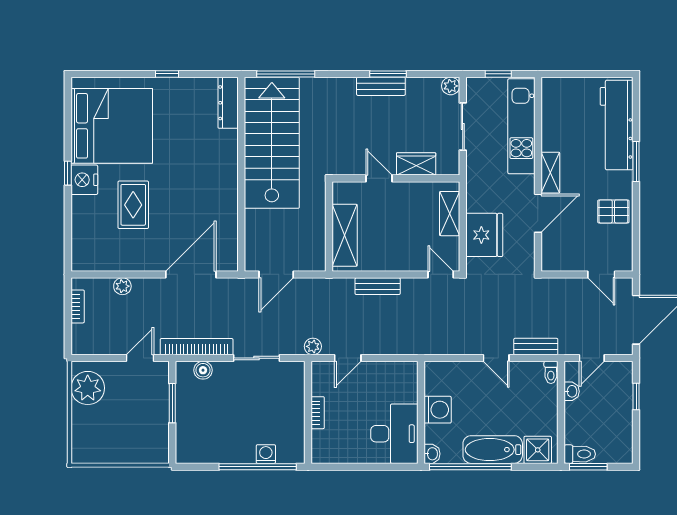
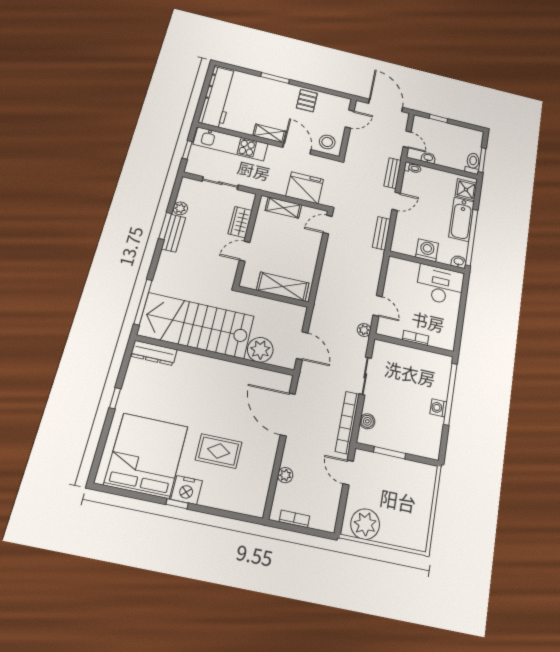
plant: (451, 86) -> (180, 208), moved
workbench: (617, 125) -> (218, 97), moved, turned -90
plant: (260, 226) -> (260, 350), added
stool: (558, 251) -> (327, 142), added
bench: (378, 286) -> (382, 233), moved
washing machine: (266, 454) -> (438, 408), moved

